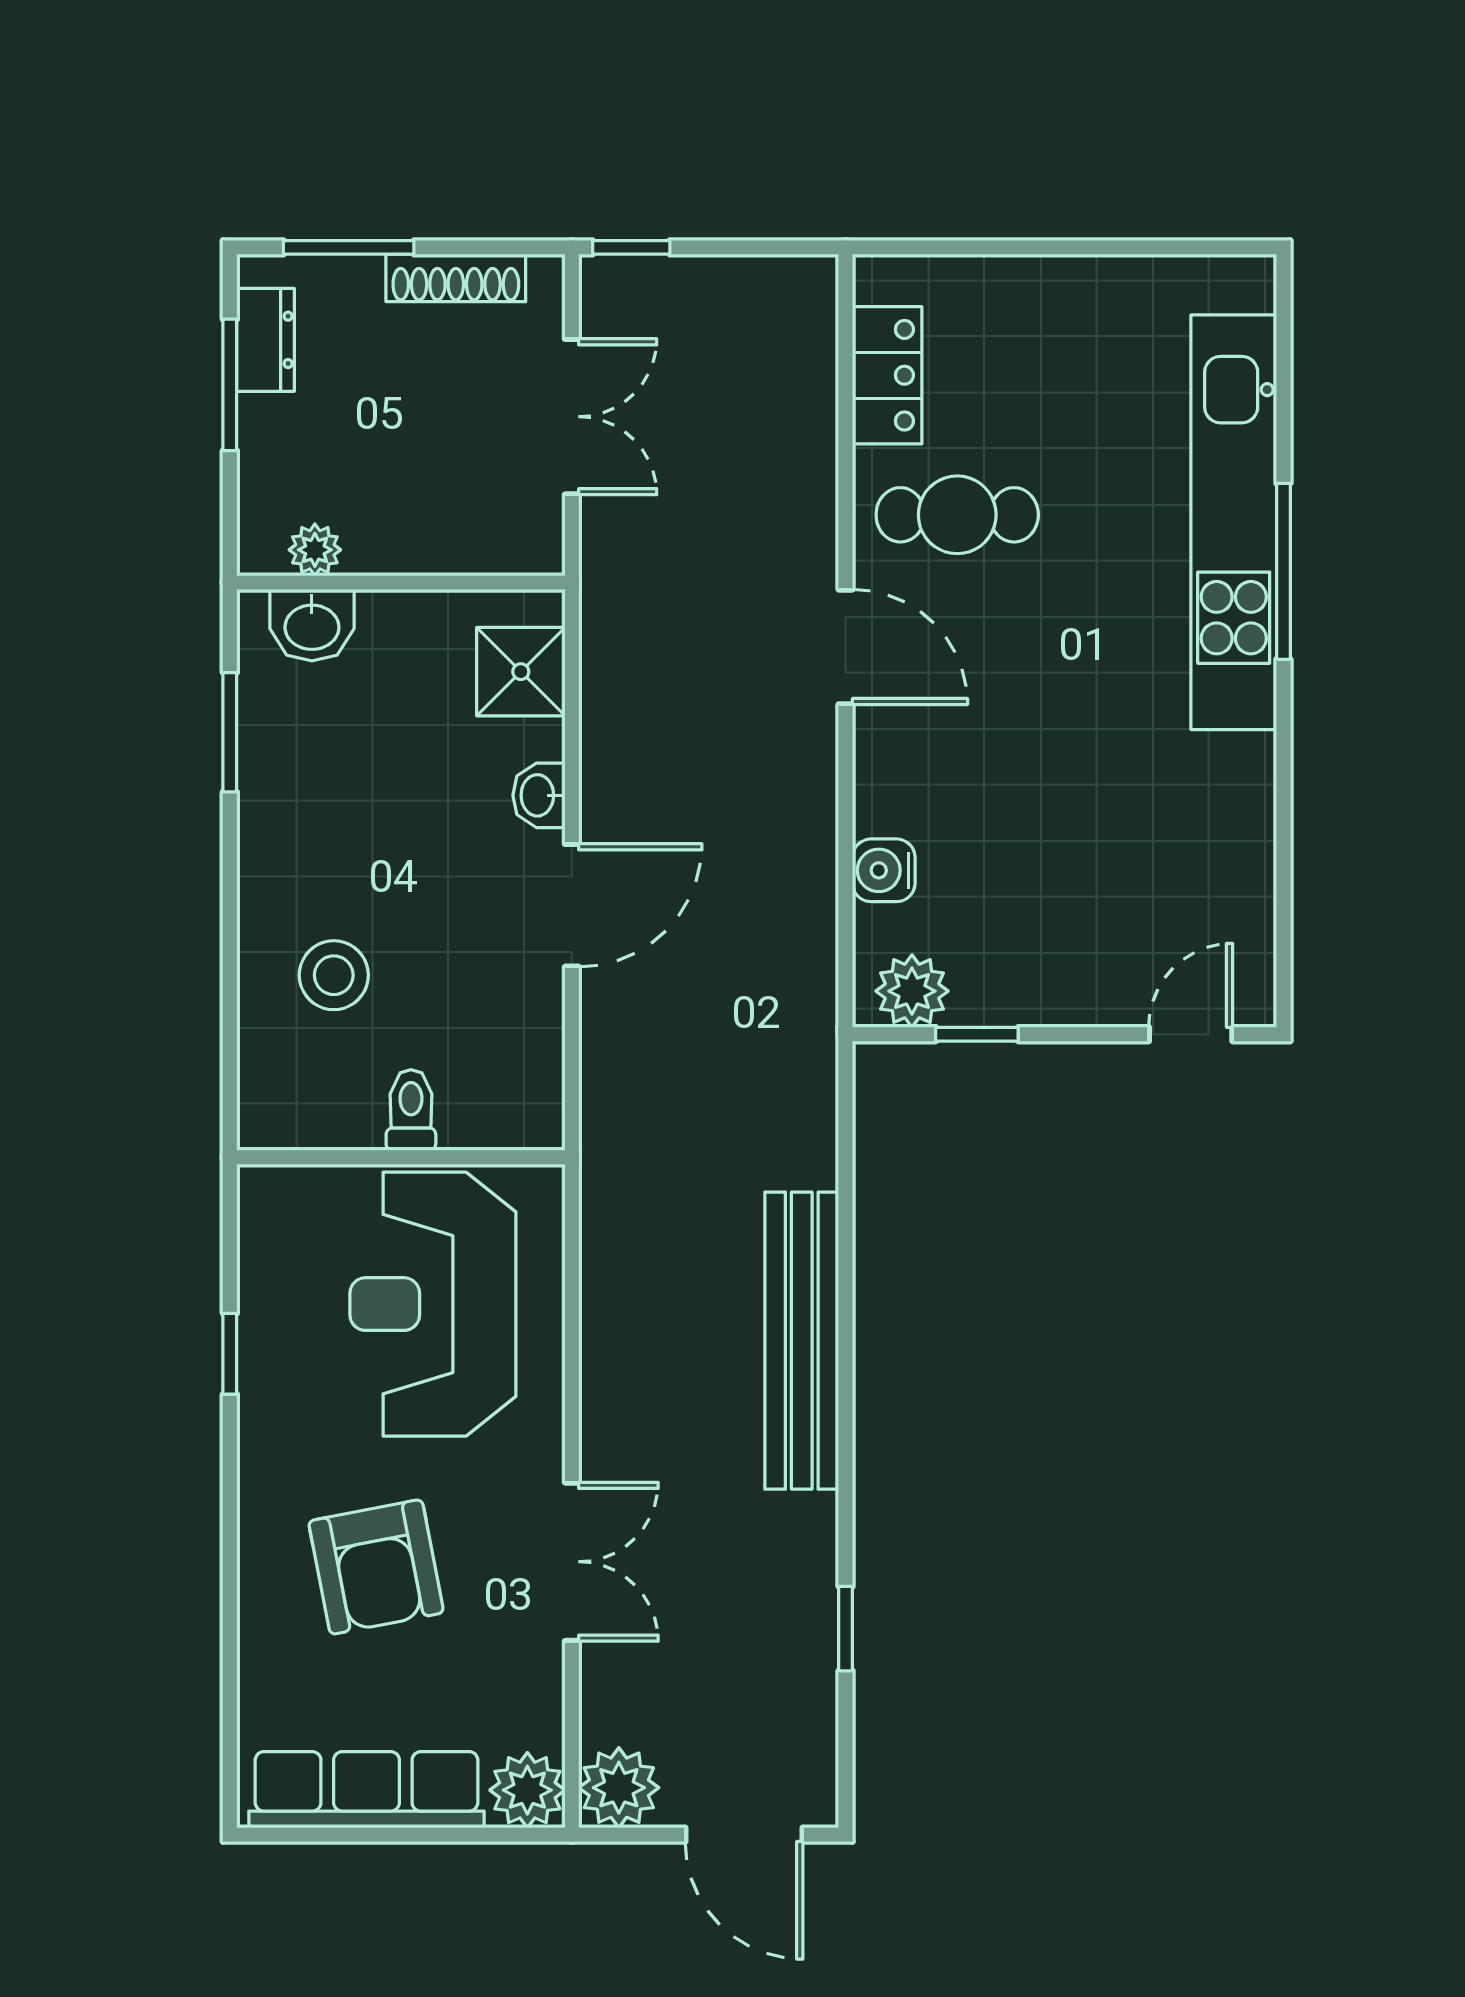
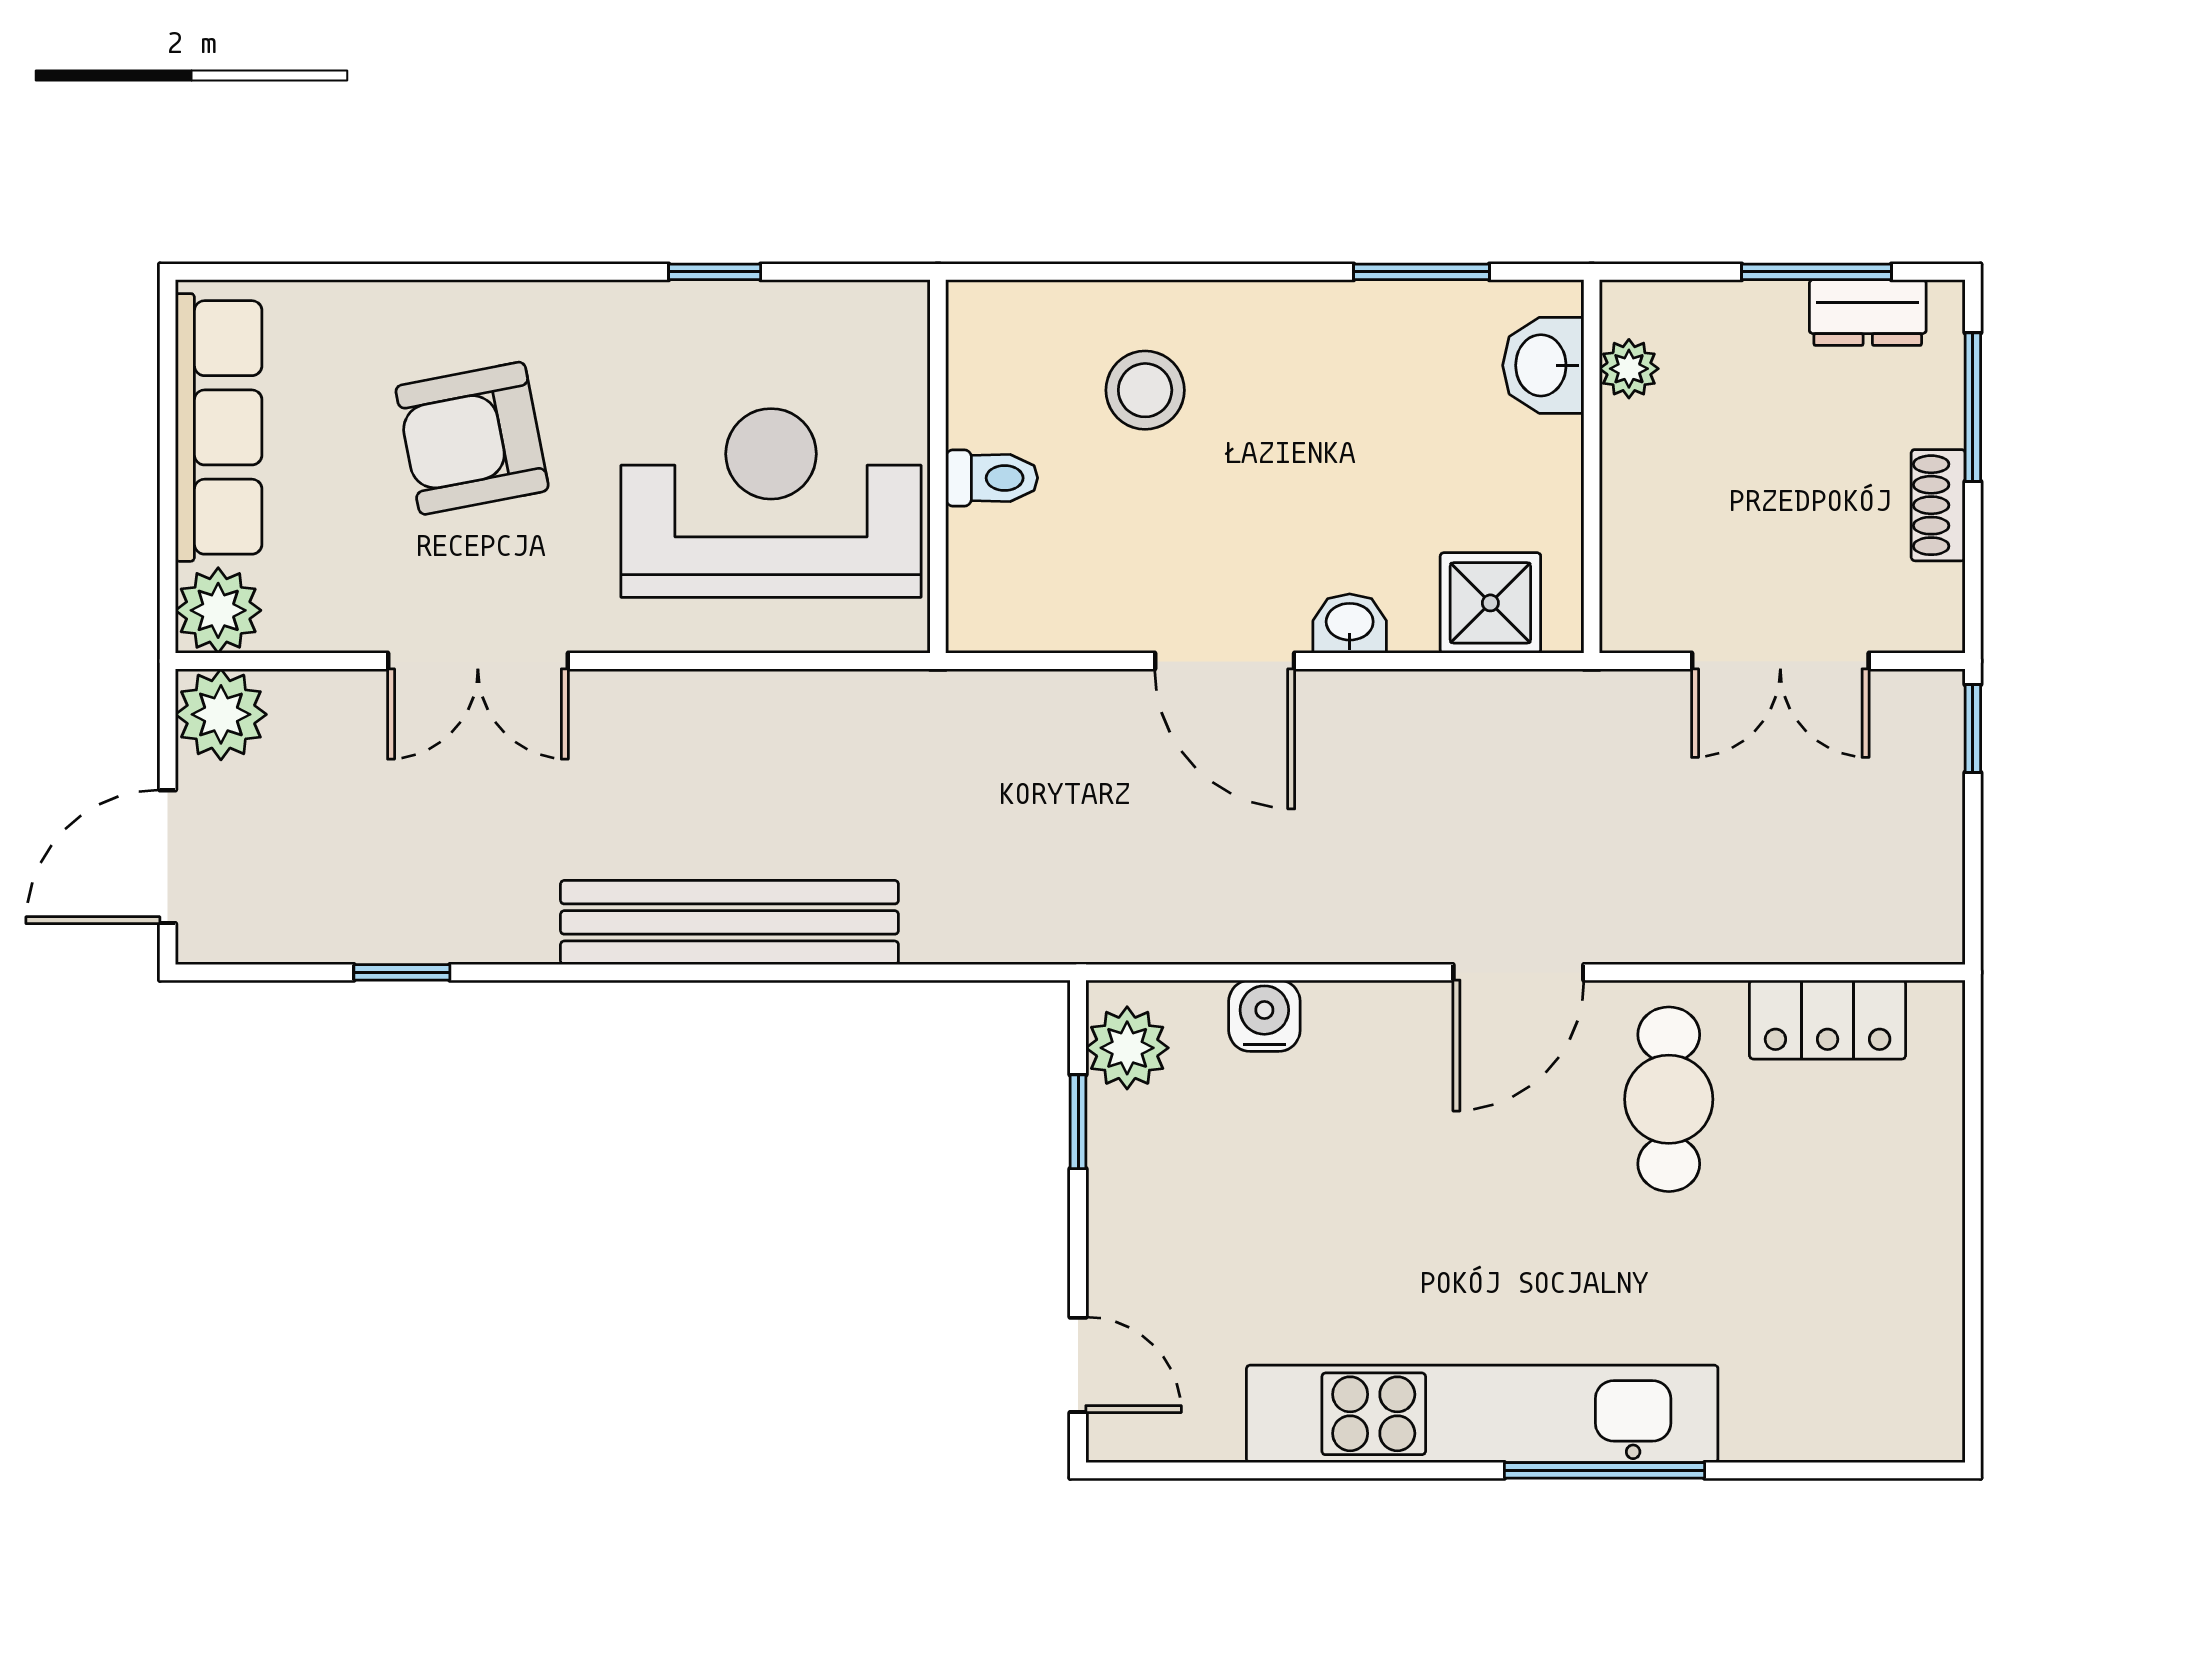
shoe rack: (456, 278) -> (1938, 505), width x0.70
kitchen unit: (1234, 522) -> (1482, 1414), moved

